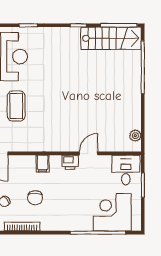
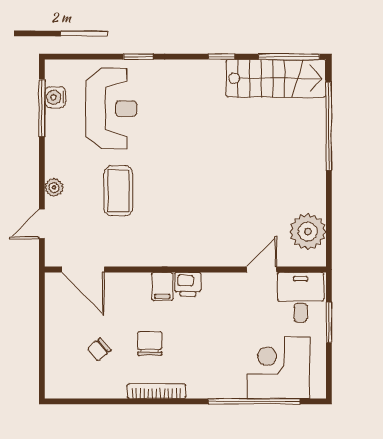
plant: (135, 136) -> (308, 232), width x1.88, depth x1.88
door: (89, 153) -> (262, 270), moved
printer: (70, 162) -> (188, 284), moved
chair: (35, 198) -> (150, 343), turned 180
bookcase: (22, 226) -> (157, 391), moved

